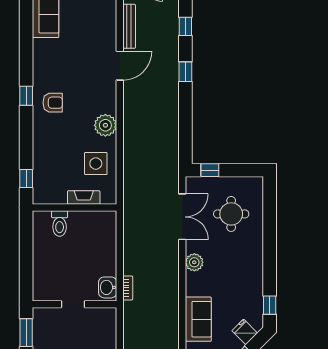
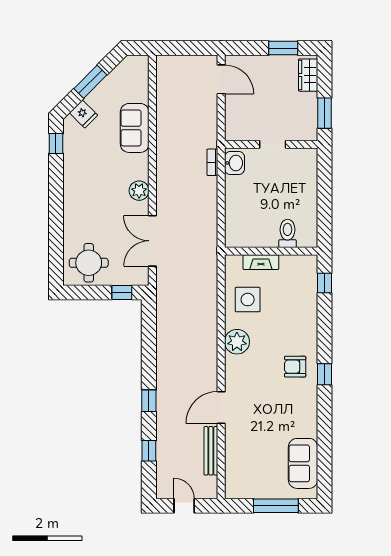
round table: (231, 214) -> (89, 263), moved

